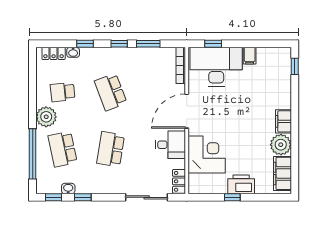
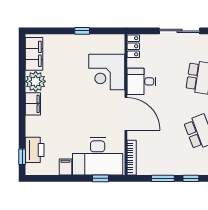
door: (187, 111) -> (126, 114), hinge flipped
printer: (241, 184) -> (35, 150), moved, turned -90
sliding door: (147, 197) -> (180, 31), moved

